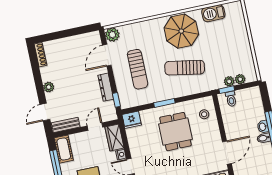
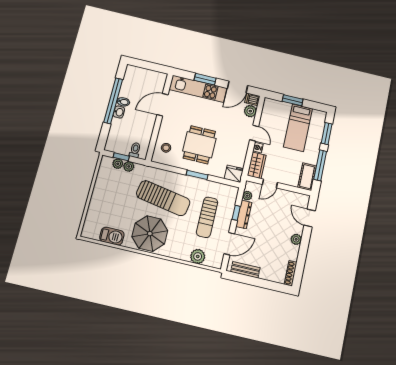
plant: (112, 35) -> (198, 256), moved
sun lounger: (185, 68) -> (163, 198), width x1.36, depth x1.34
sun lounger: (138, 69) -> (207, 217), turned 180
window: (227, 90) -> (121, 157), moved
window: (116, 100) -> (236, 213), moved
plant: (110, 106) -> (247, 196), added
door: (45, 112) -> (310, 218), swing flipped
bench: (66, 125) -> (245, 270), moved

